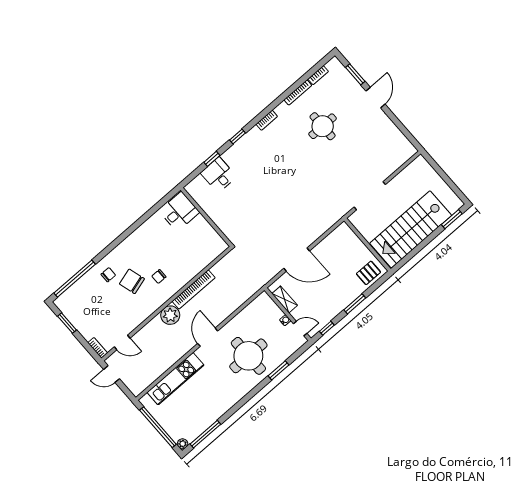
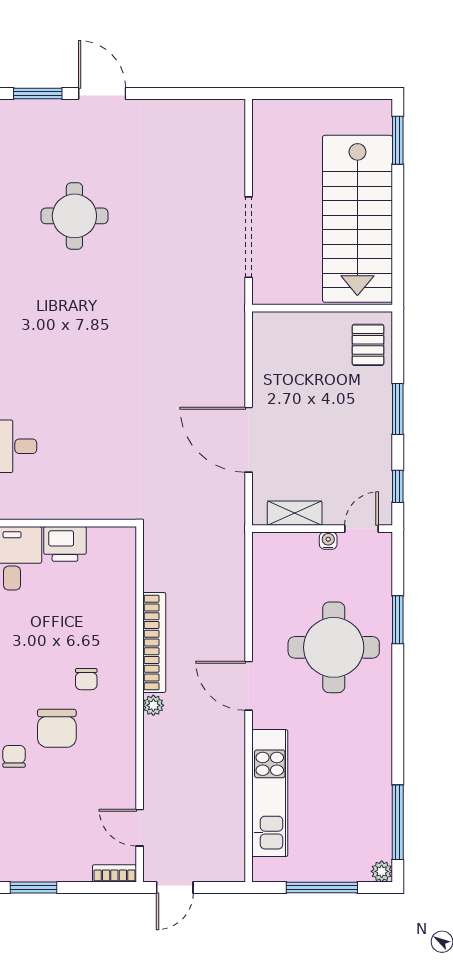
printer: (201, 226) -> (65, 544), added
door: (297, 260) -> (249, 440), swing flipped
chair: (132, 281) -> (57, 728), turned -74
plant: (170, 315) -> (153, 705), width x0.53, depth x0.53
door: (122, 343) -> (140, 828), swing flipped
window: (158, 427) -> (322, 887), width x0.68

